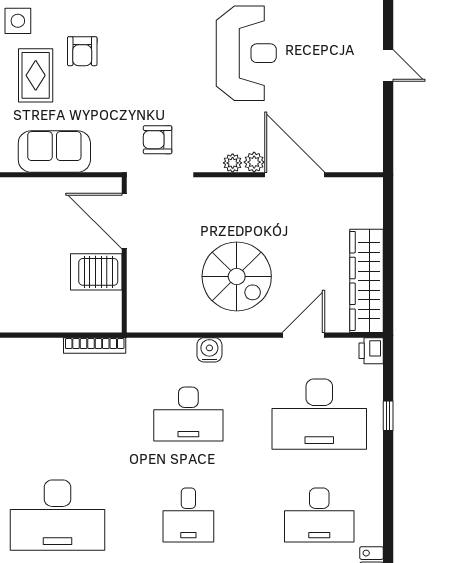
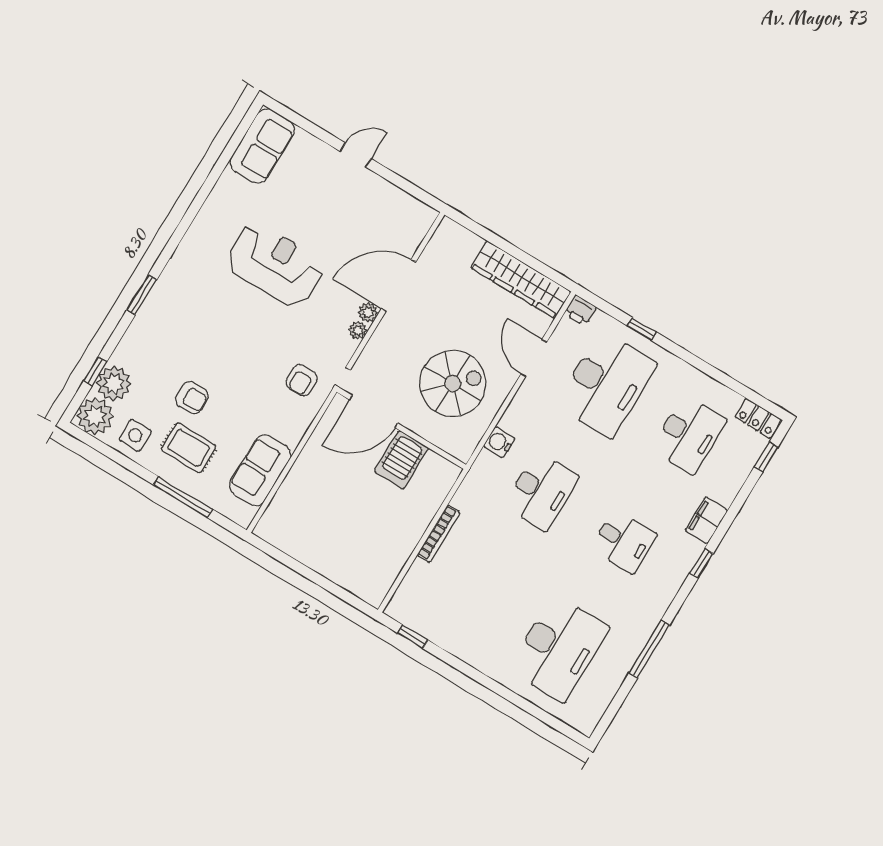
door: (124, 221) -> (374, 411), moved
wall: (124, 255) -> (401, 428), moved
server rack: (96, 272) -> (401, 460), moved

